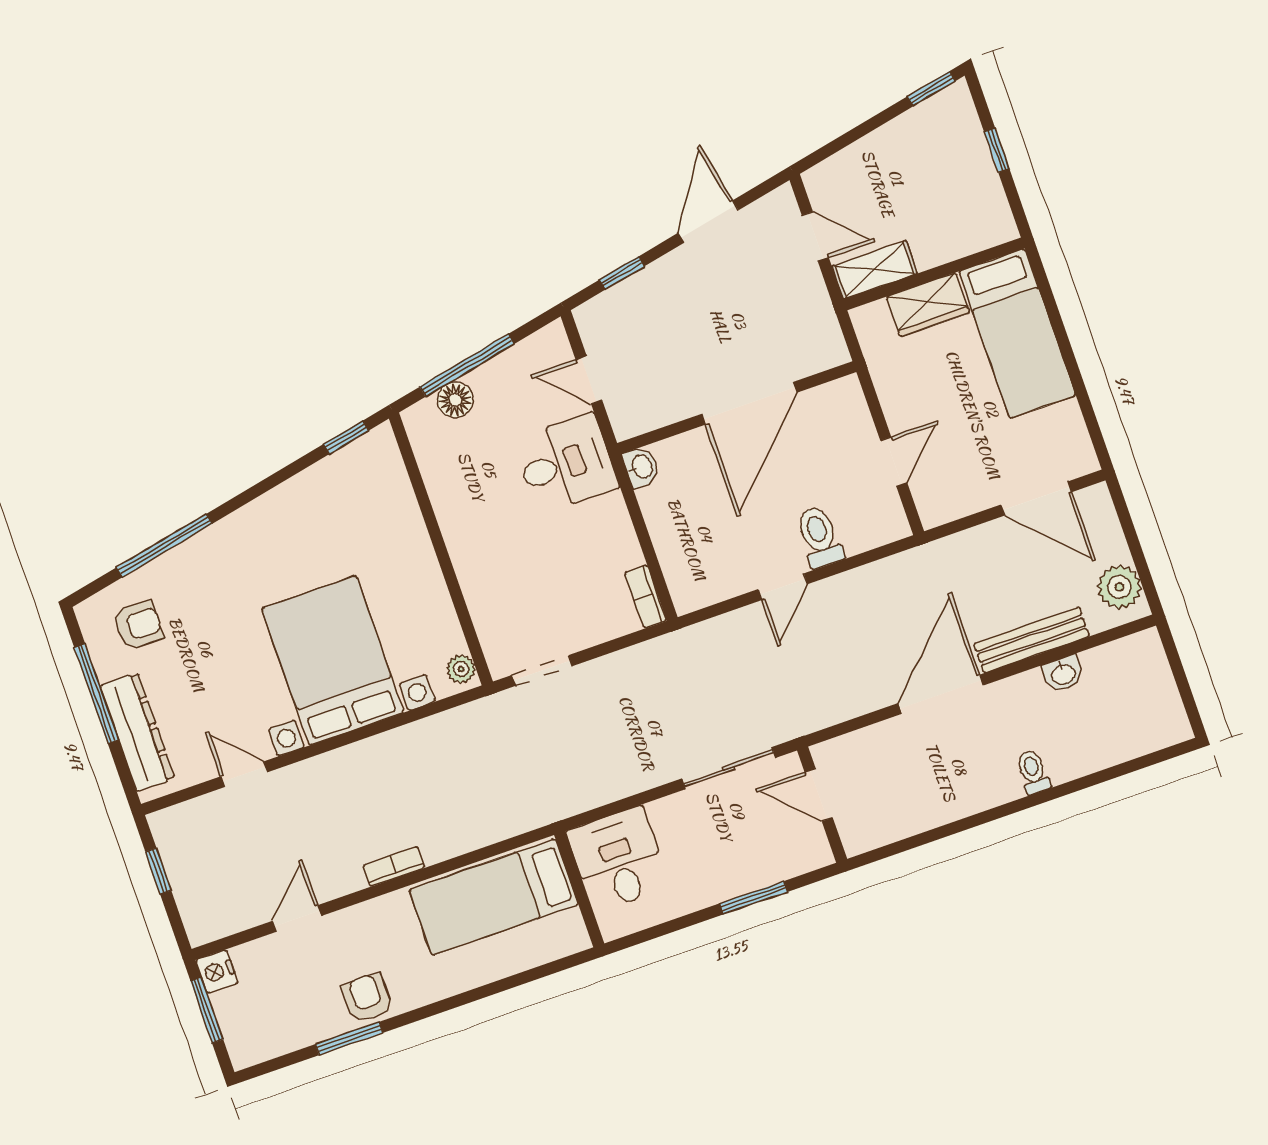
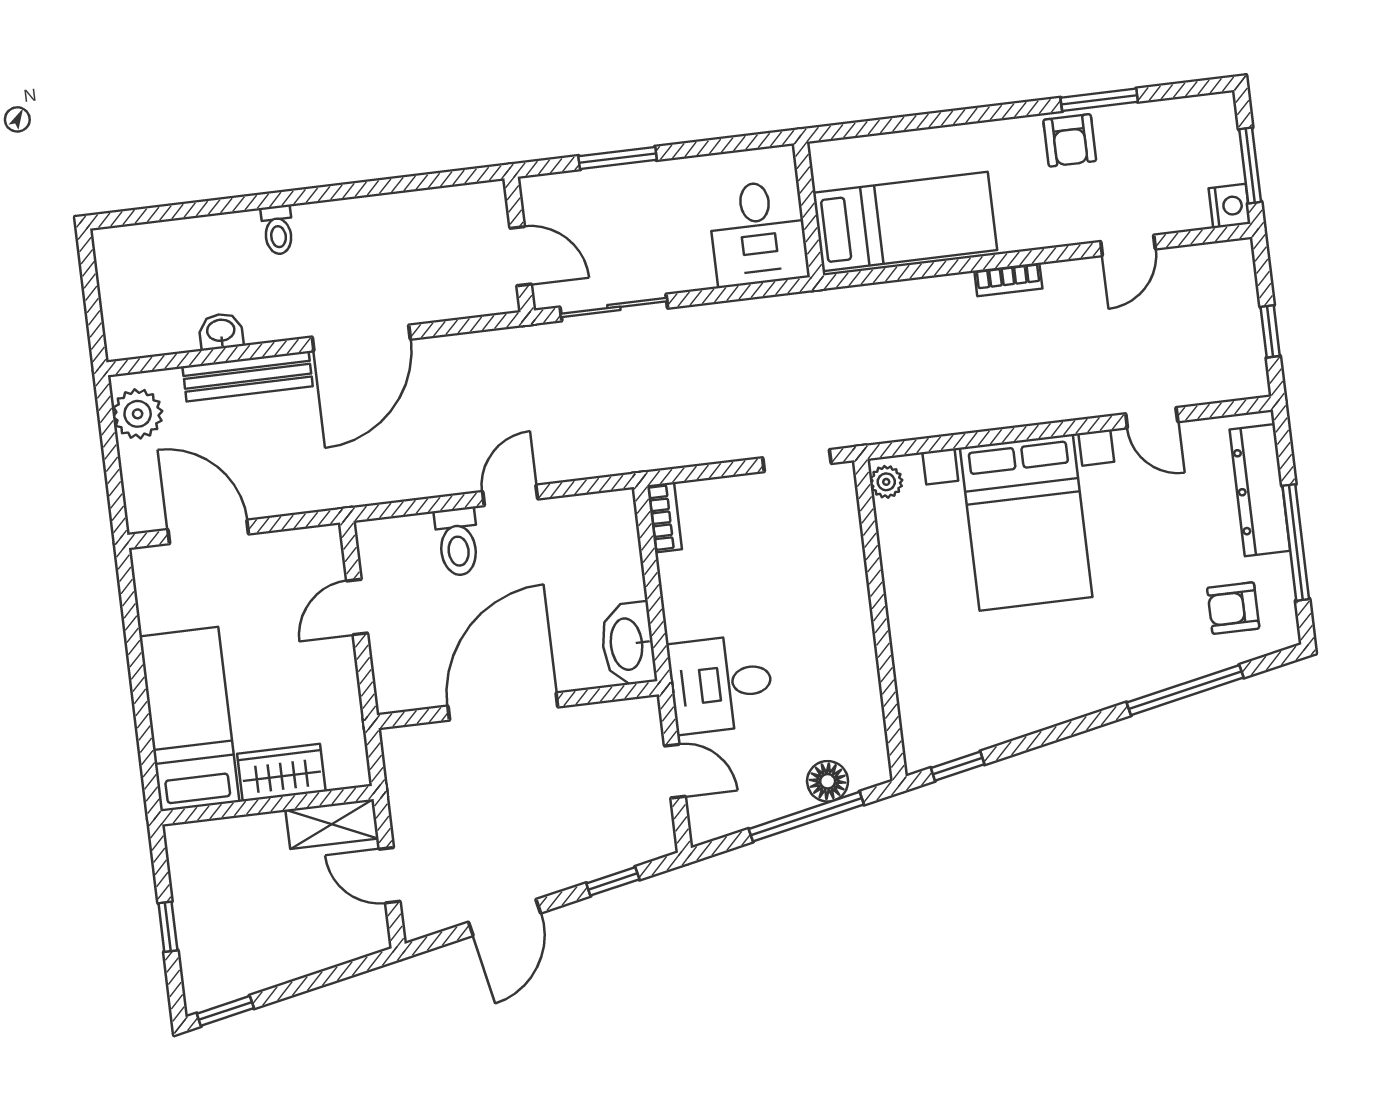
washbasin: (641, 467) -> (628, 644), width x1.91, depth x1.45

